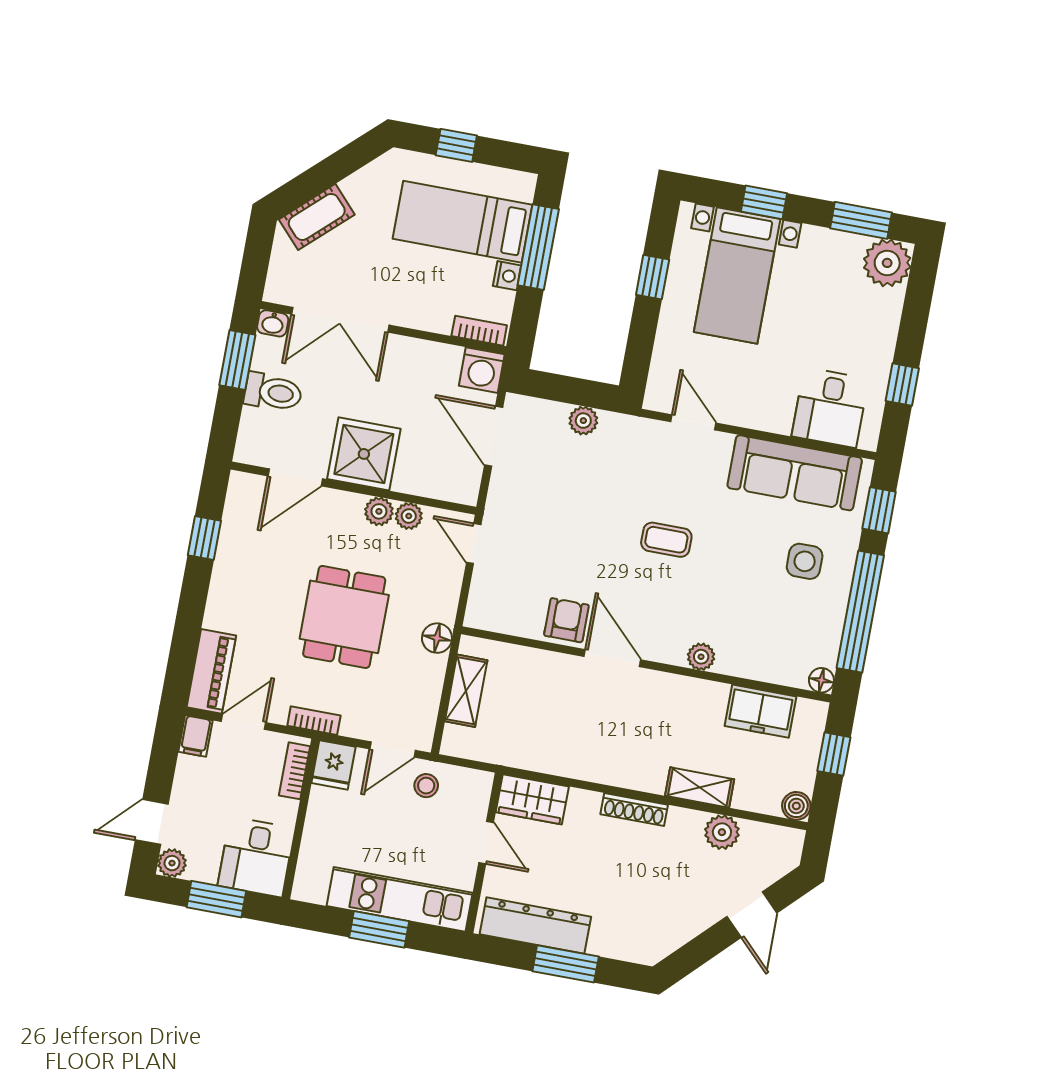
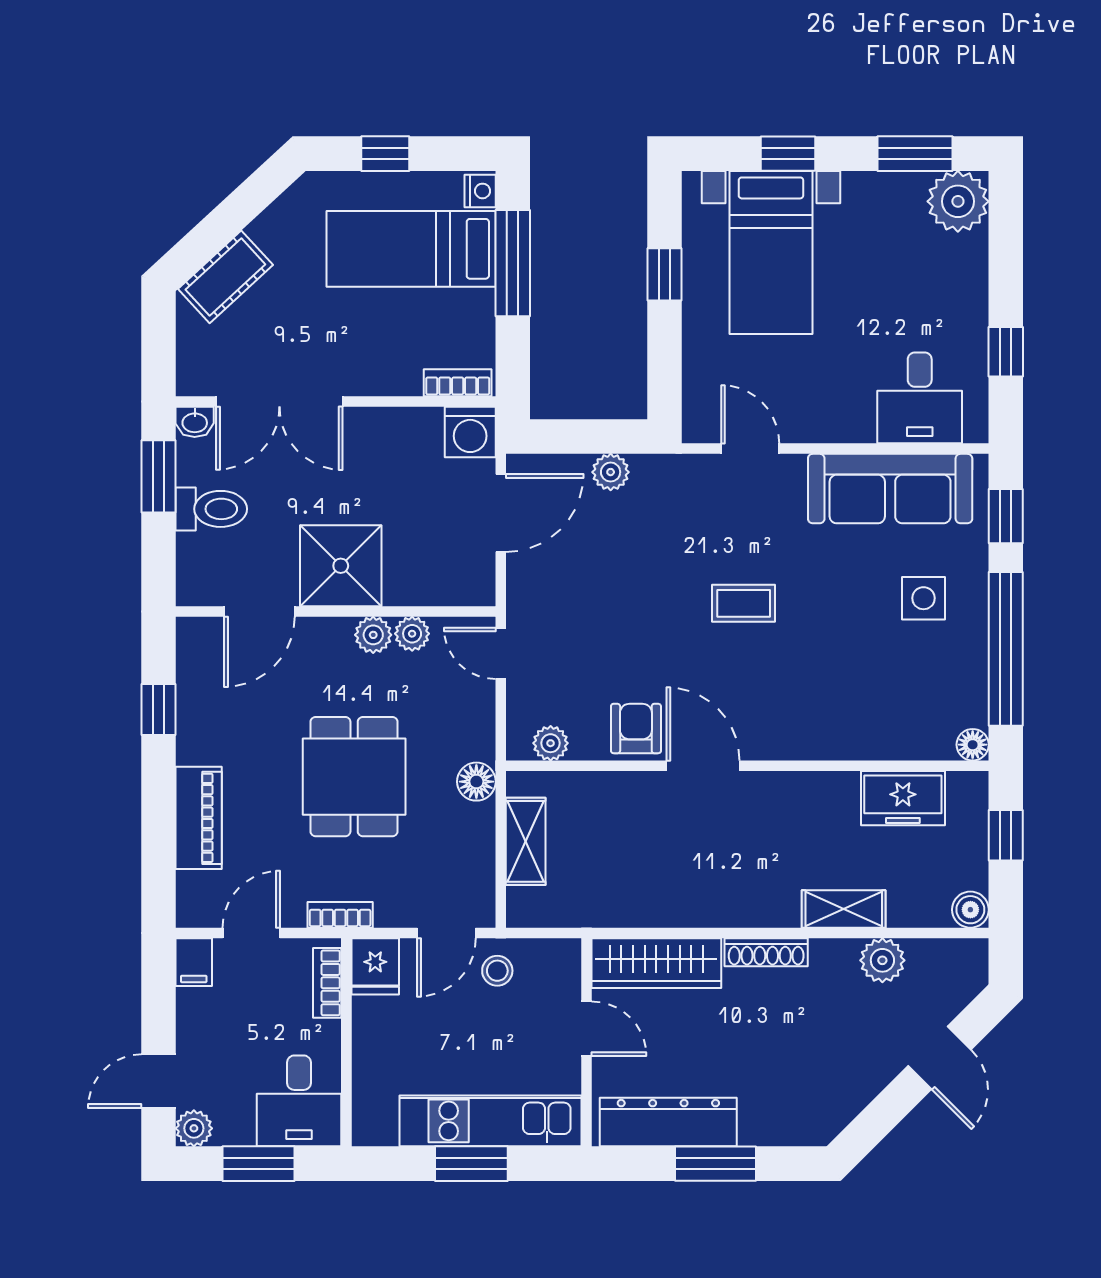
nightstand: (507, 276) -> (480, 191), moved
door: (494, 436) -> (501, 513), swing flipped
plant: (701, 657) -> (551, 743), moved
piano: (211, 671) -> (199, 818), moved
wardrobe: (532, 799) -> (656, 963), width x1.50

